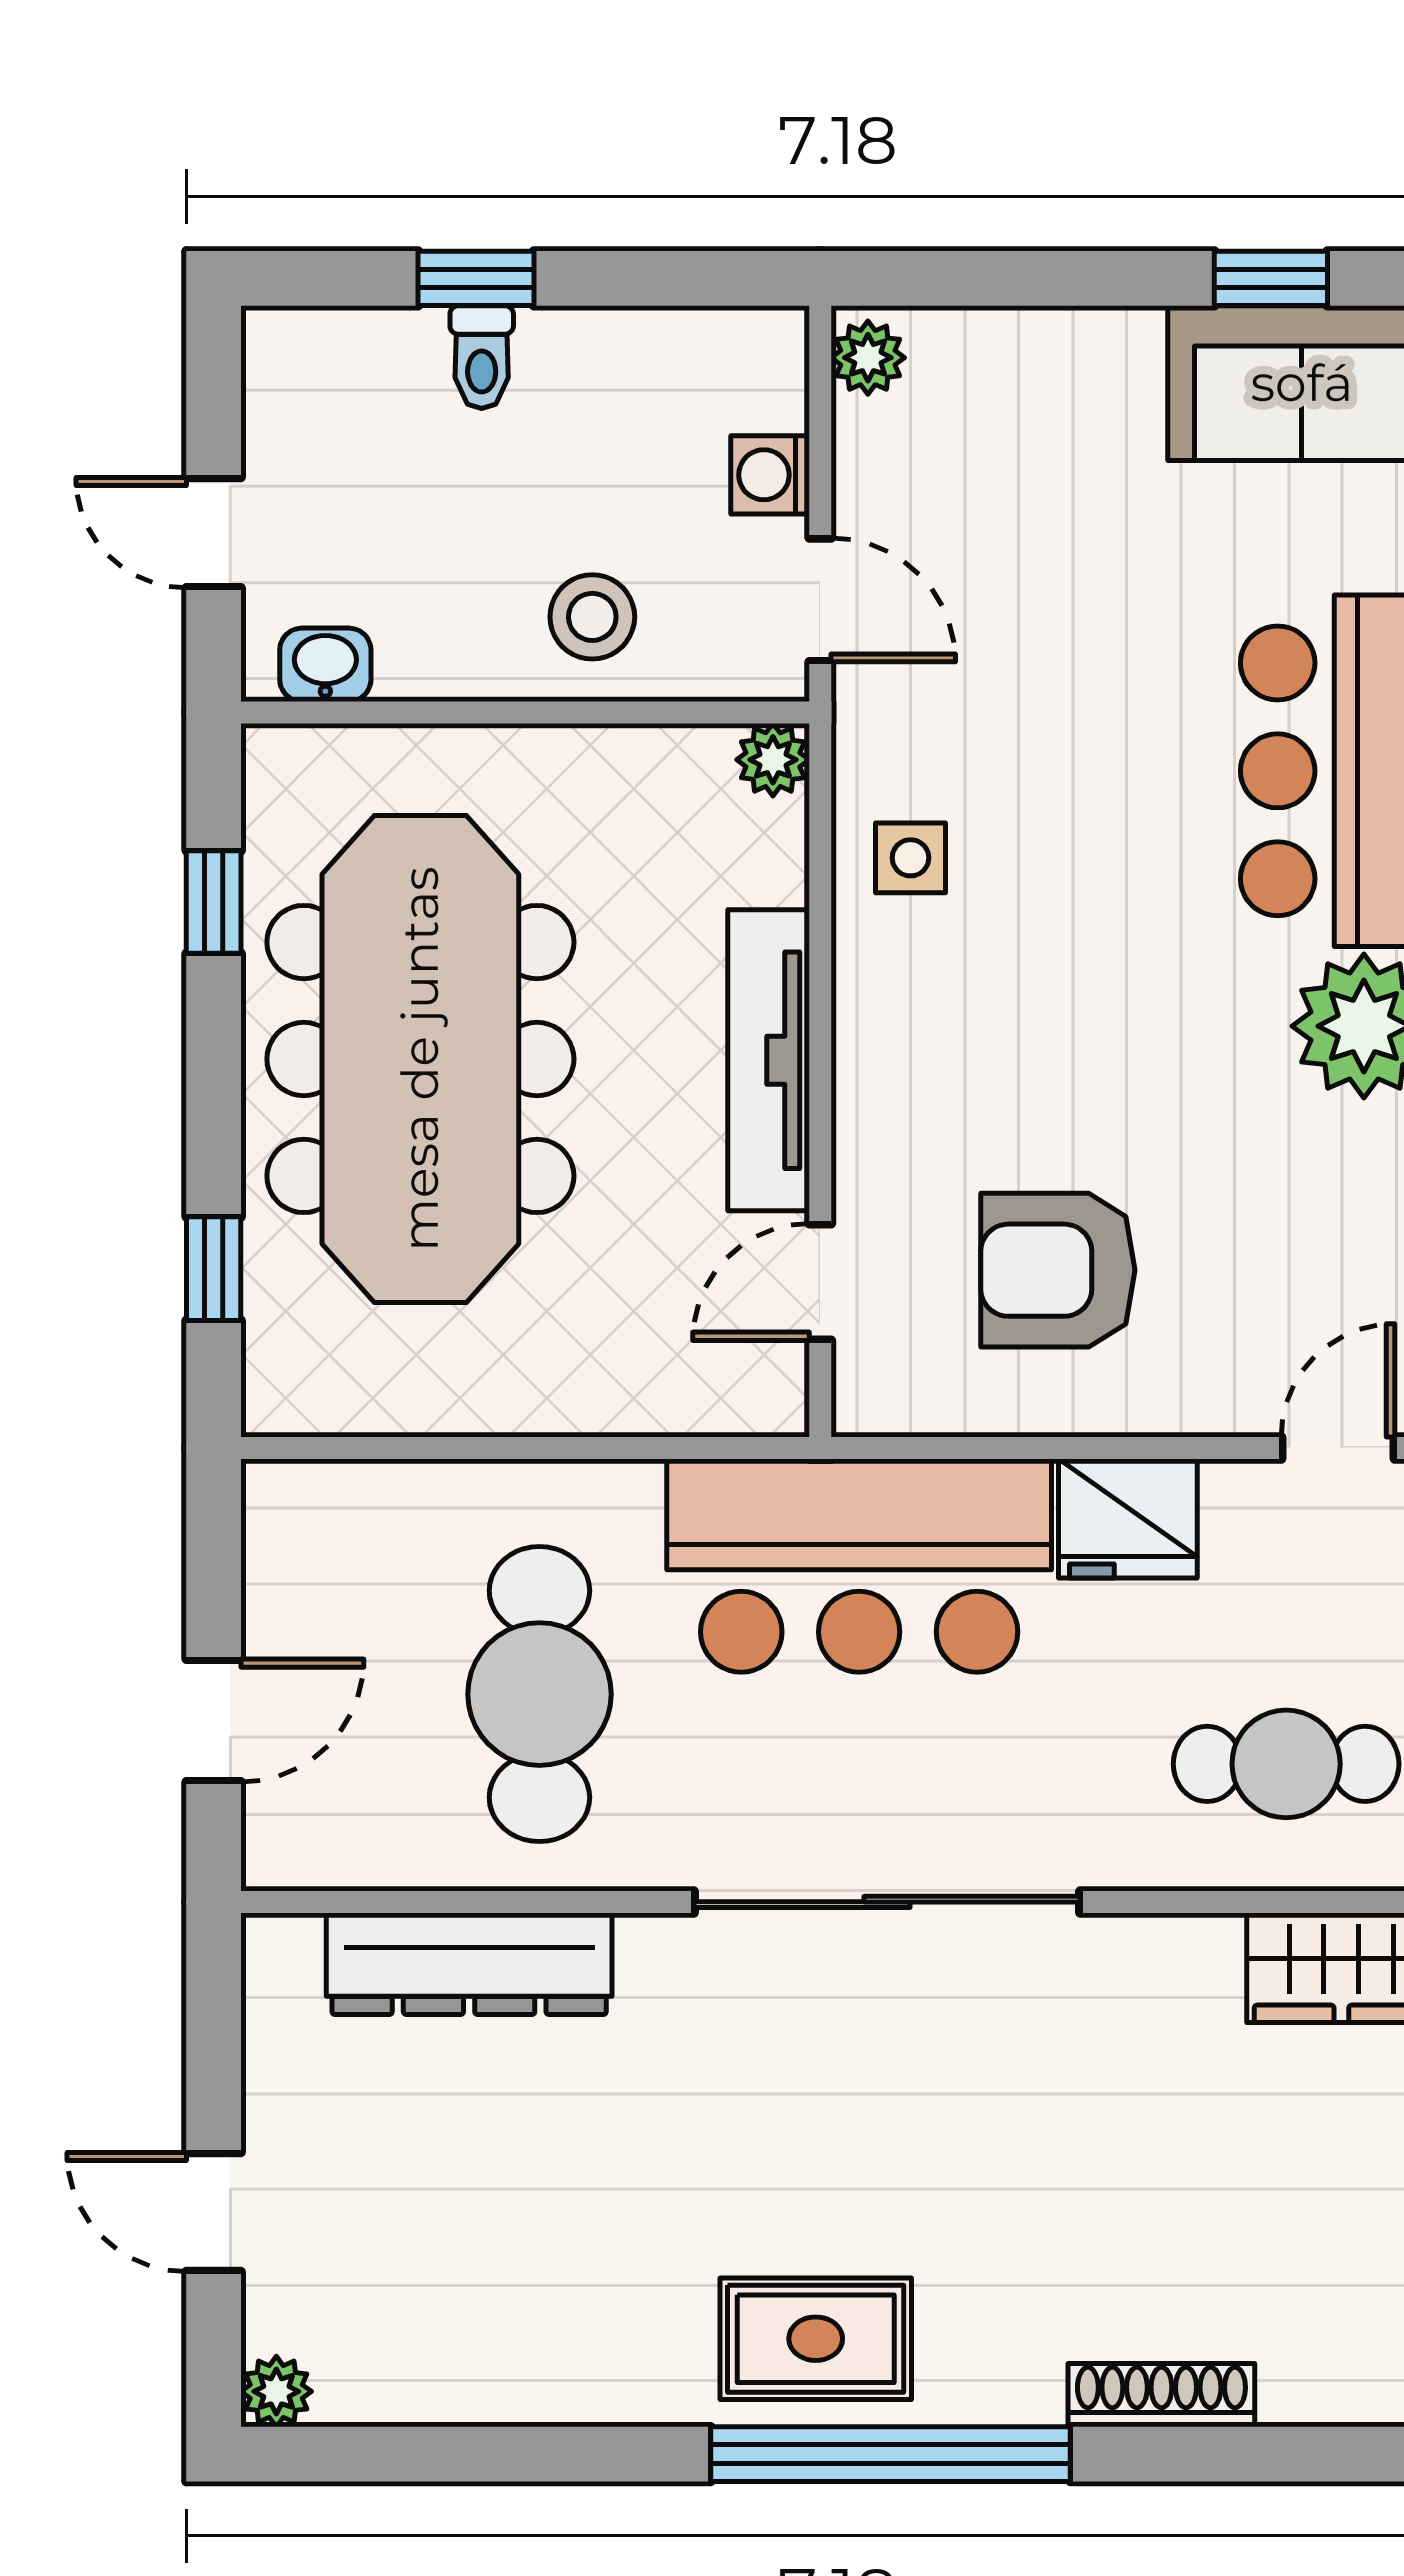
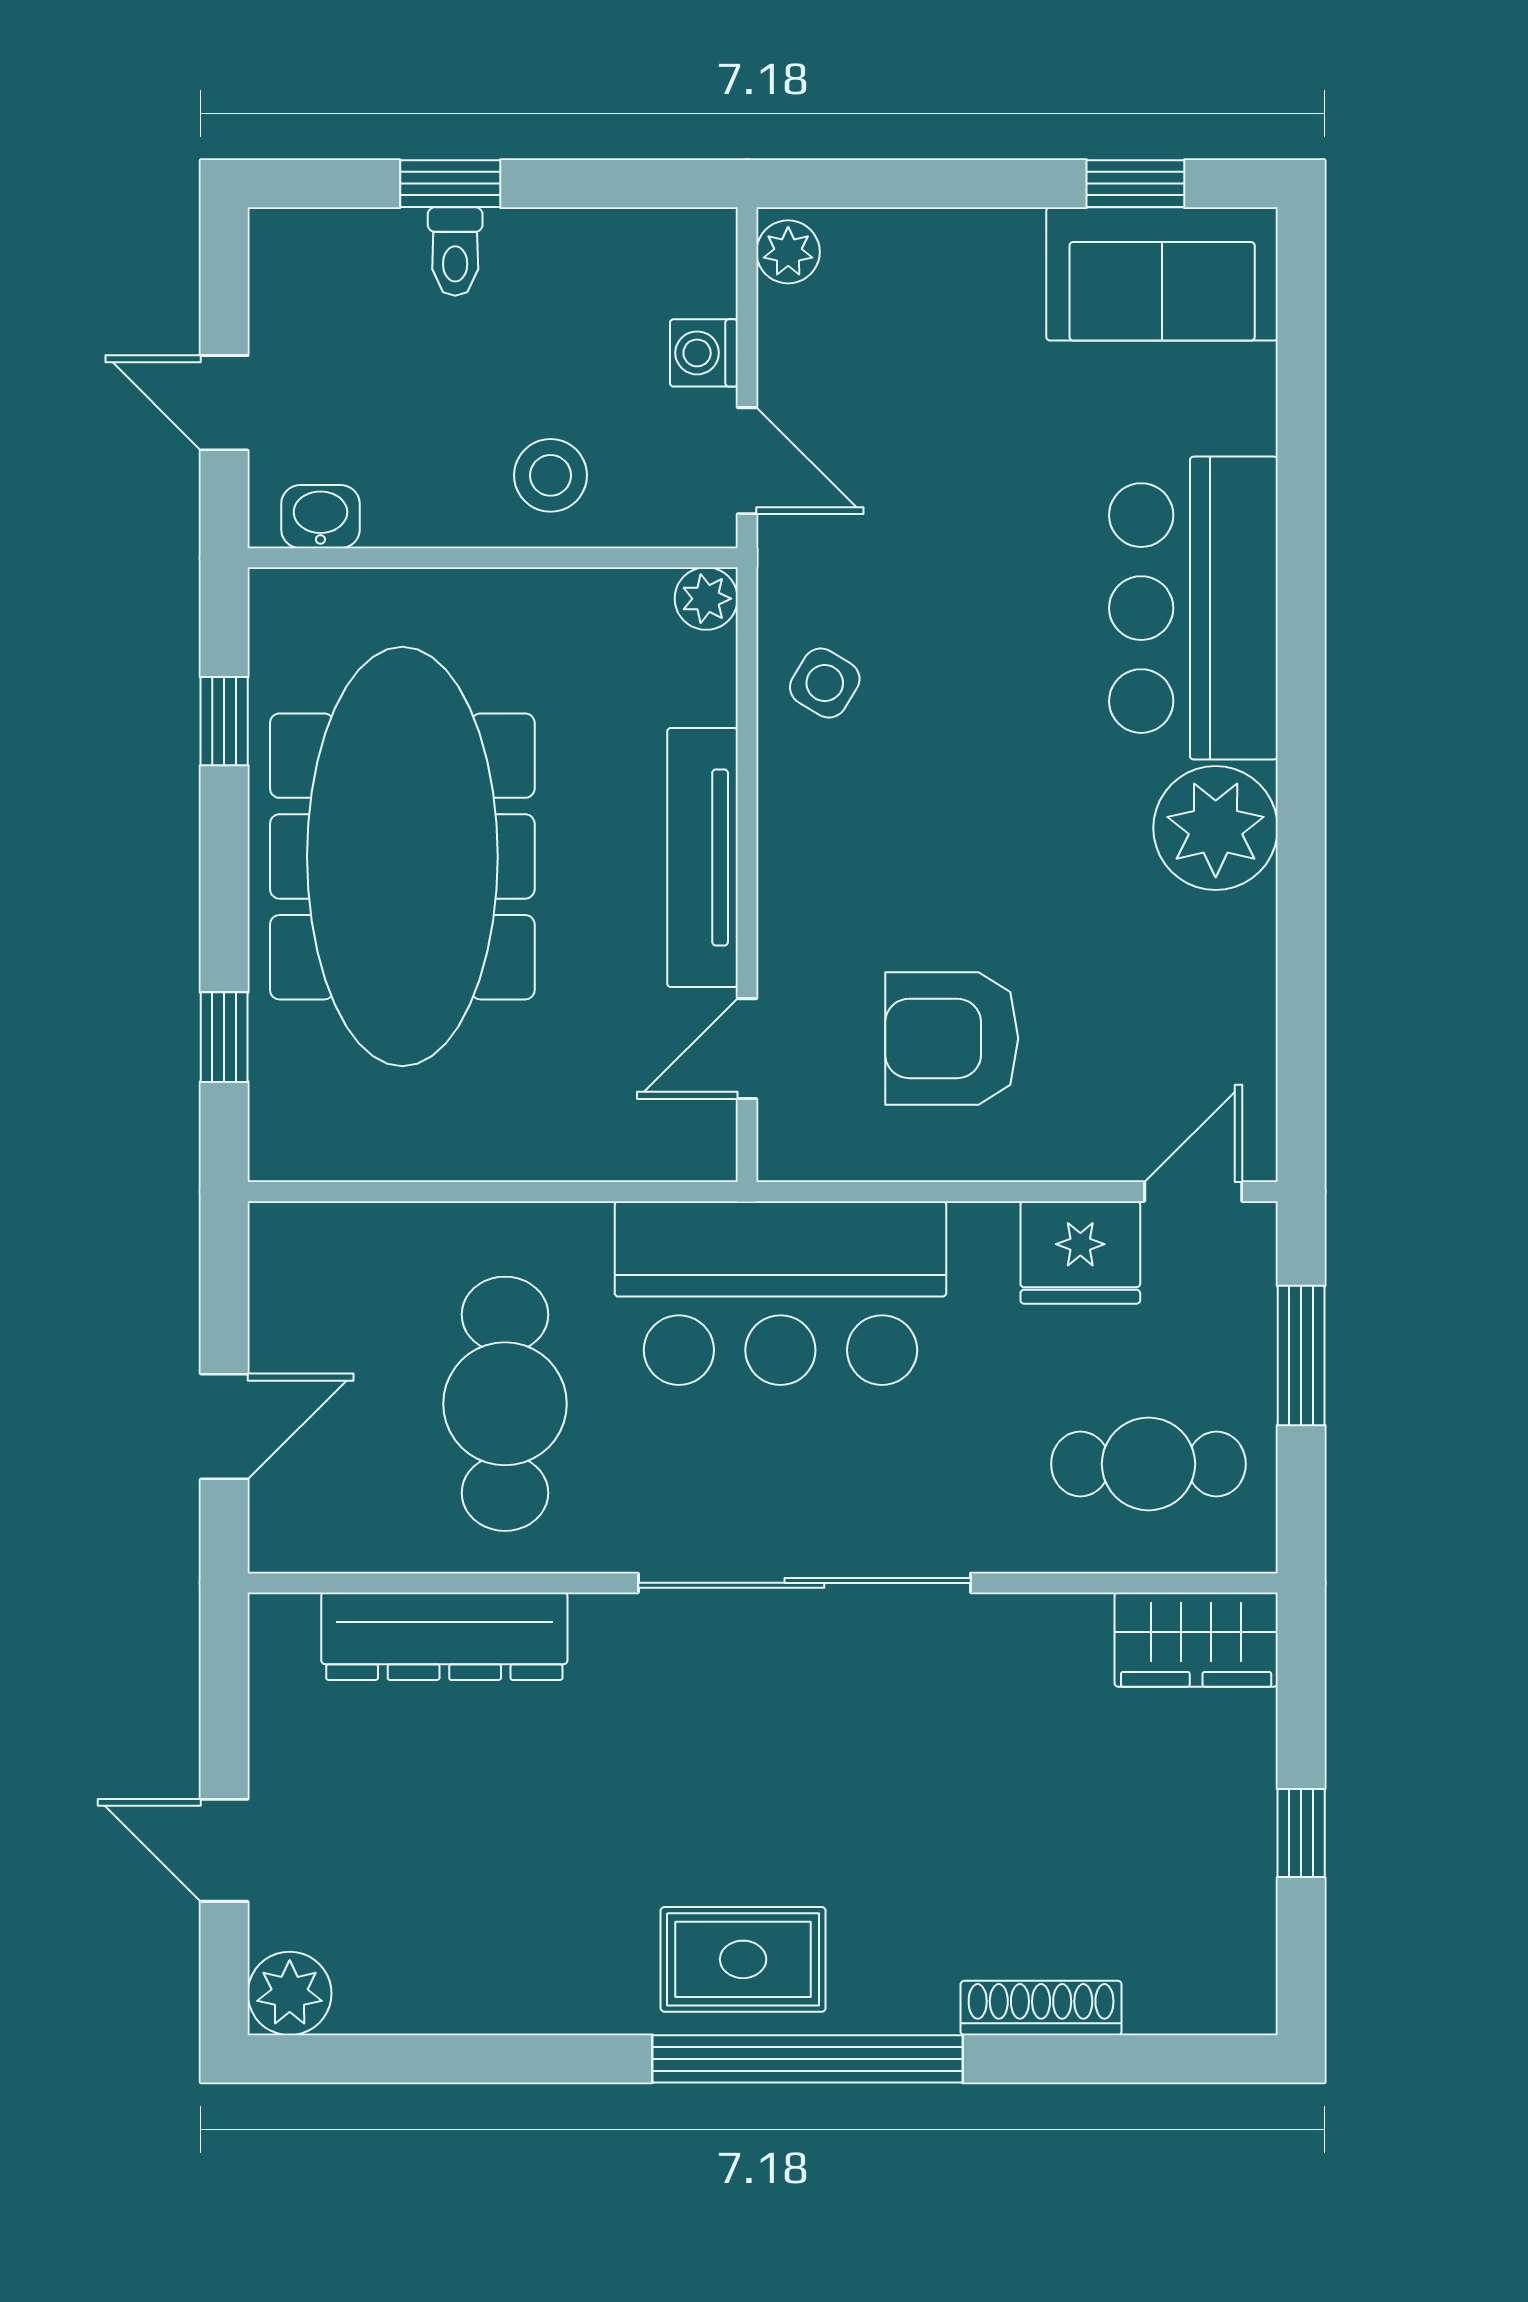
side table: (911, 858) -> (825, 683), turned 31
fridge: (1128, 1519) -> (1080, 1252), moved
plant: (276, 2391) -> (290, 1993), width x1.38, depth x1.38

